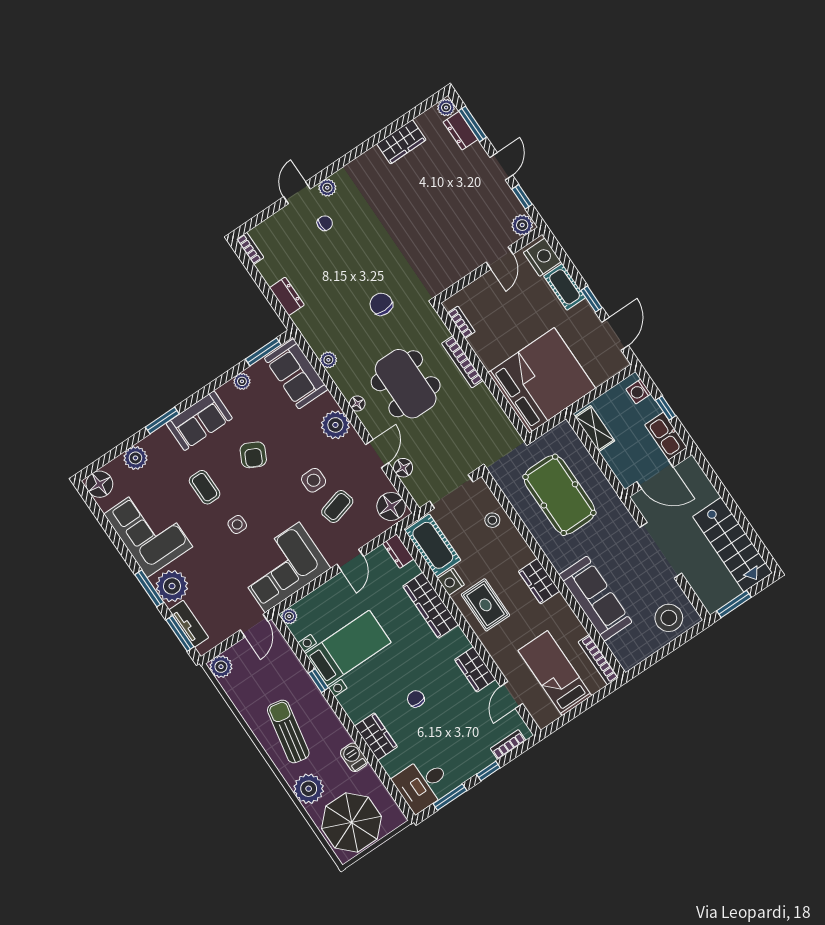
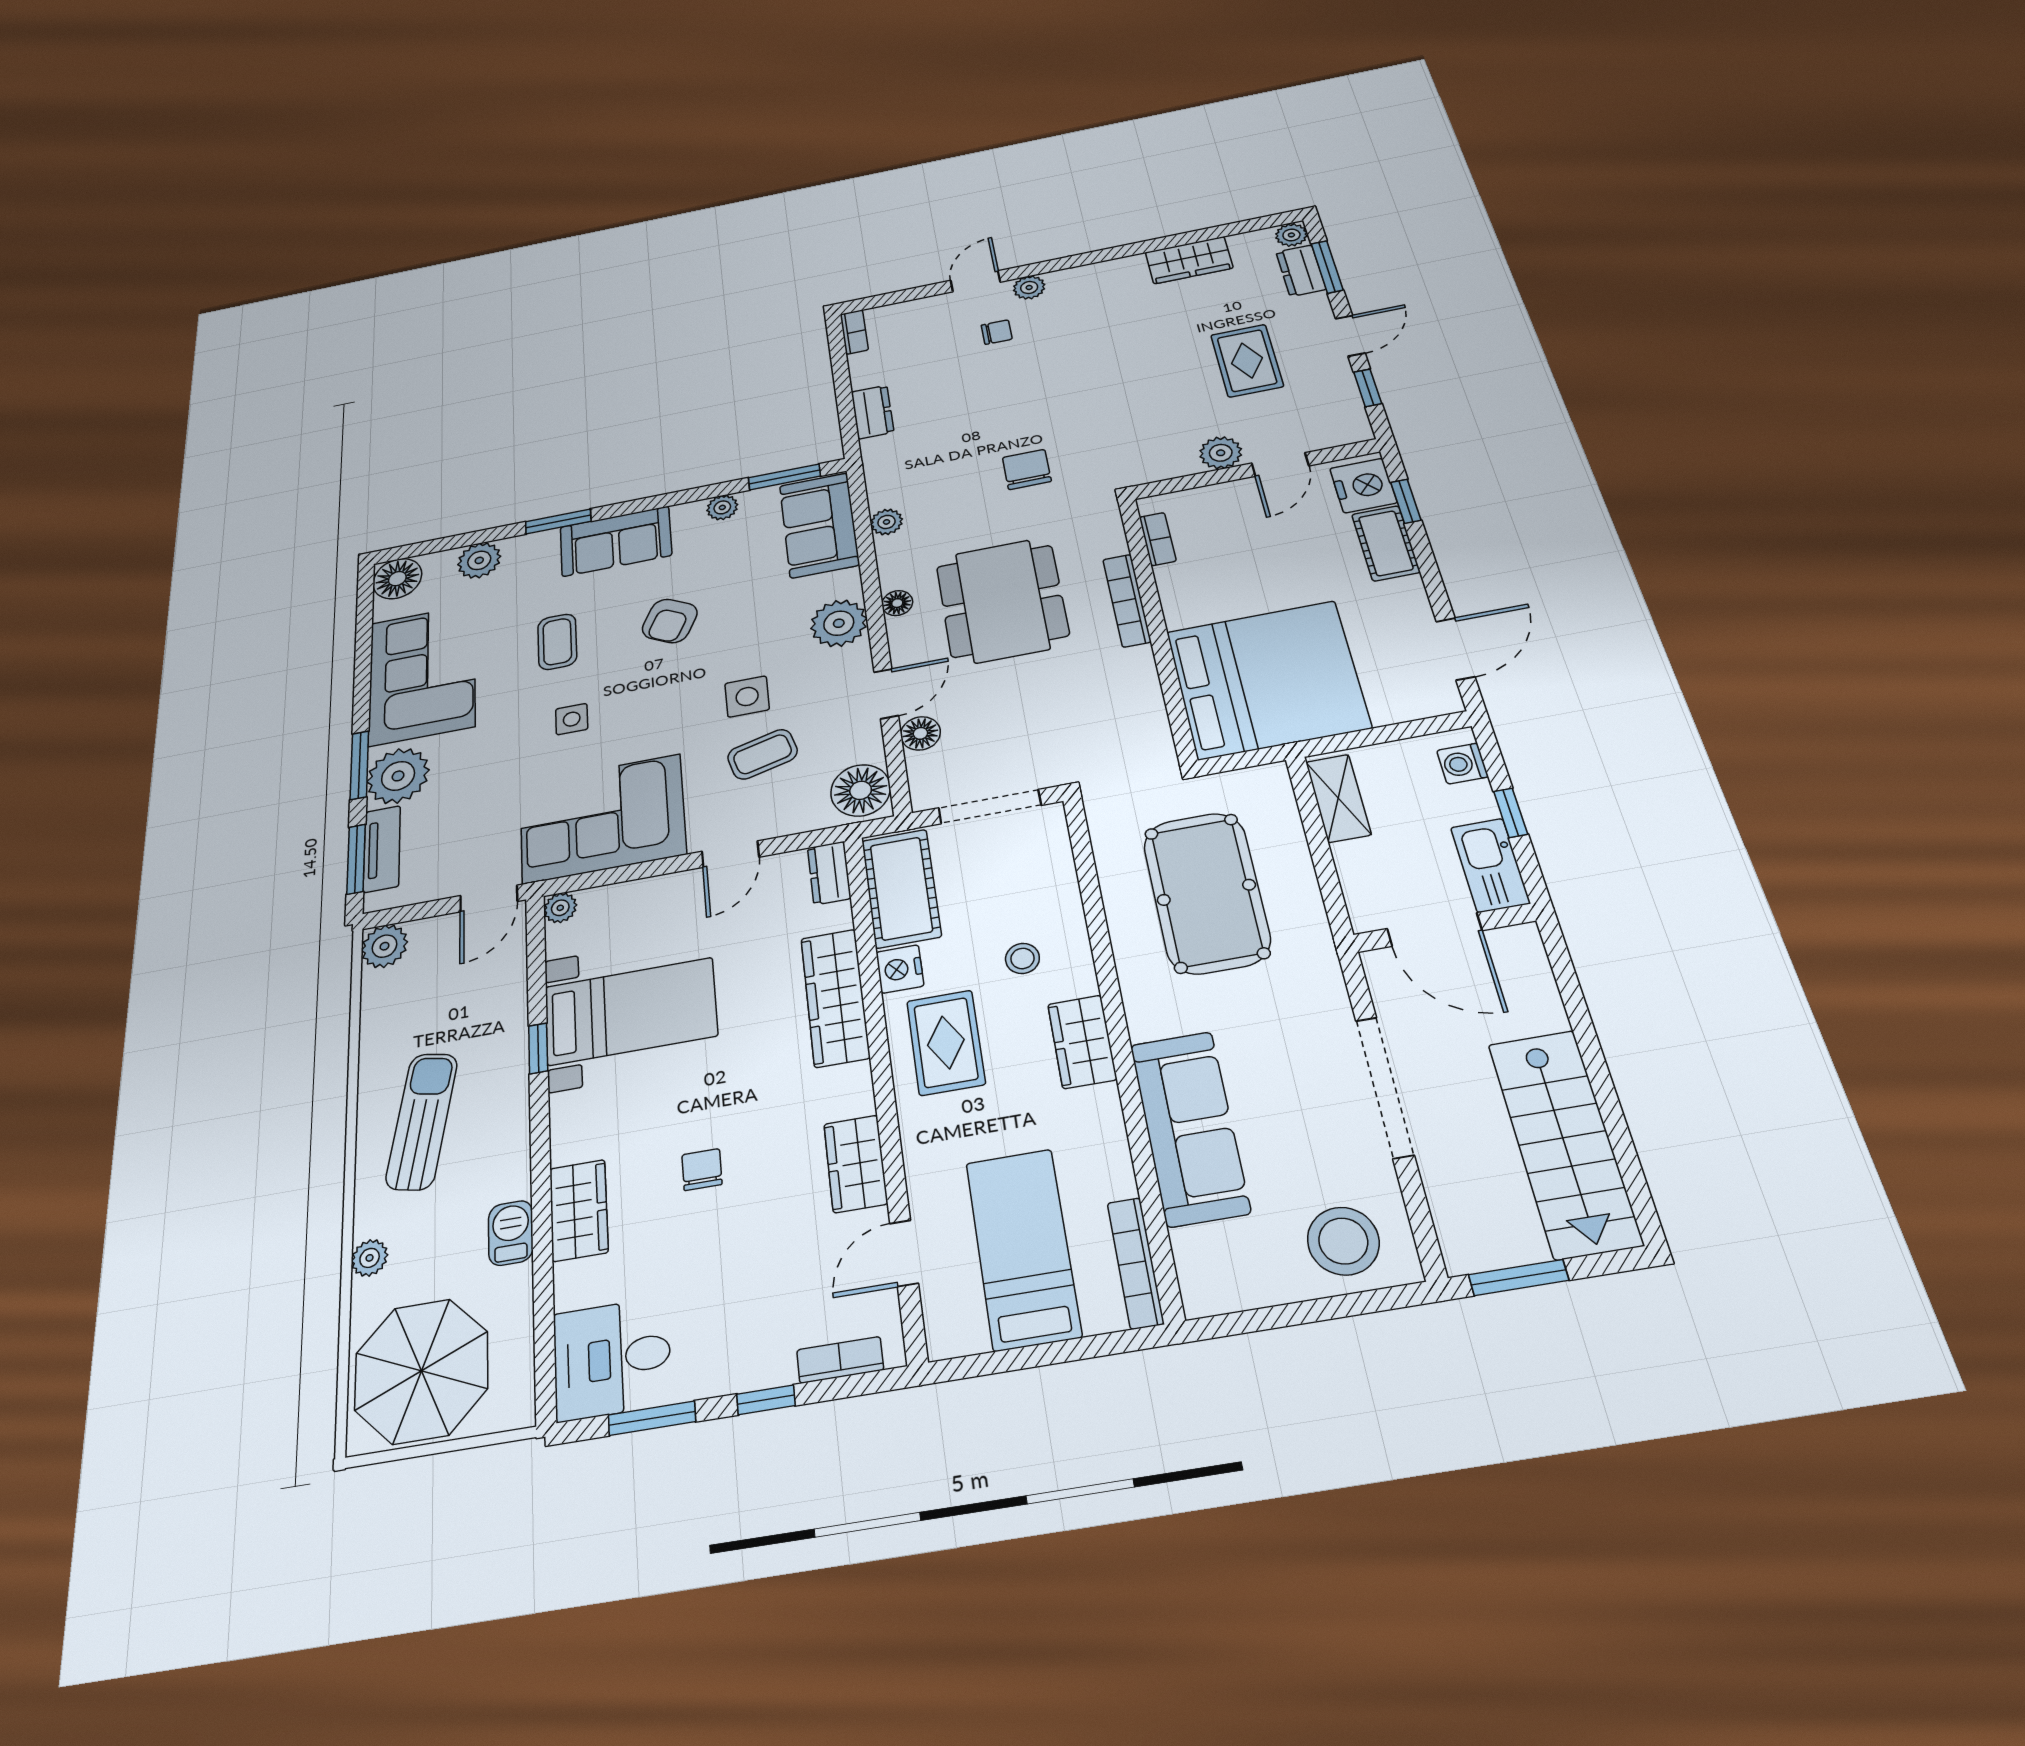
rug: (458, 199) -> (1247, 361), added
plant: (522, 225) -> (1221, 453), moved
window: (592, 299) -> (1406, 501), moved
stool: (492, 520) -> (1022, 958), moved
plant: (309, 789) -> (370, 1258), width x0.53, depth x0.53

